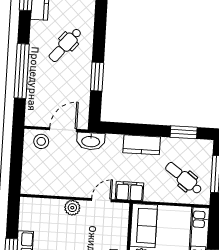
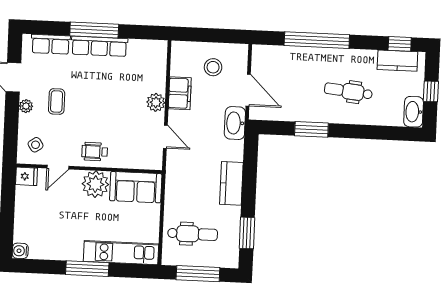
dental chair: (65, 45) -> (348, 91), turned -34
stool: (41, 141) -> (213, 67), moved
dental chair: (184, 178) -> (193, 234), turned 54
filing cabinet: (130, 191) -> (180, 93), moved

